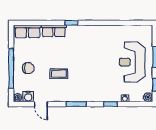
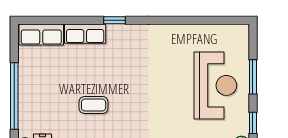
reception desk: (132, 62) -> (215, 85), turned 180
chair: (28, 68) -> (42, 96), removed

